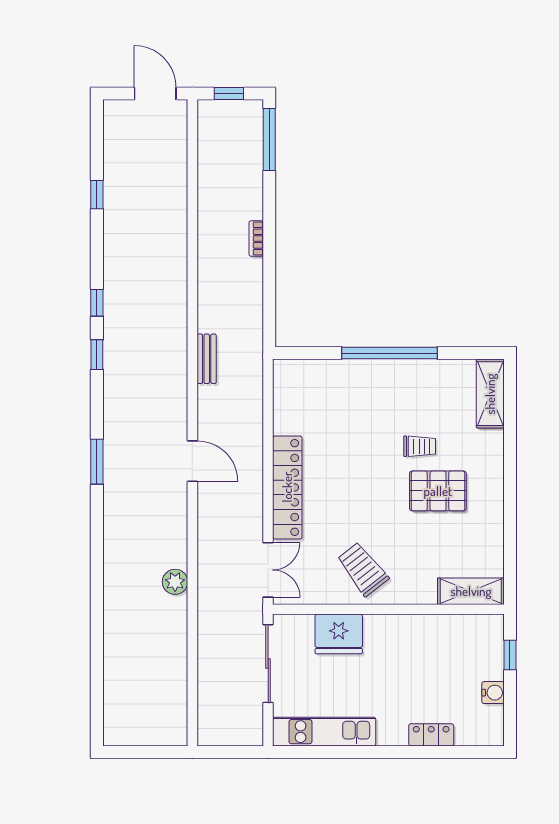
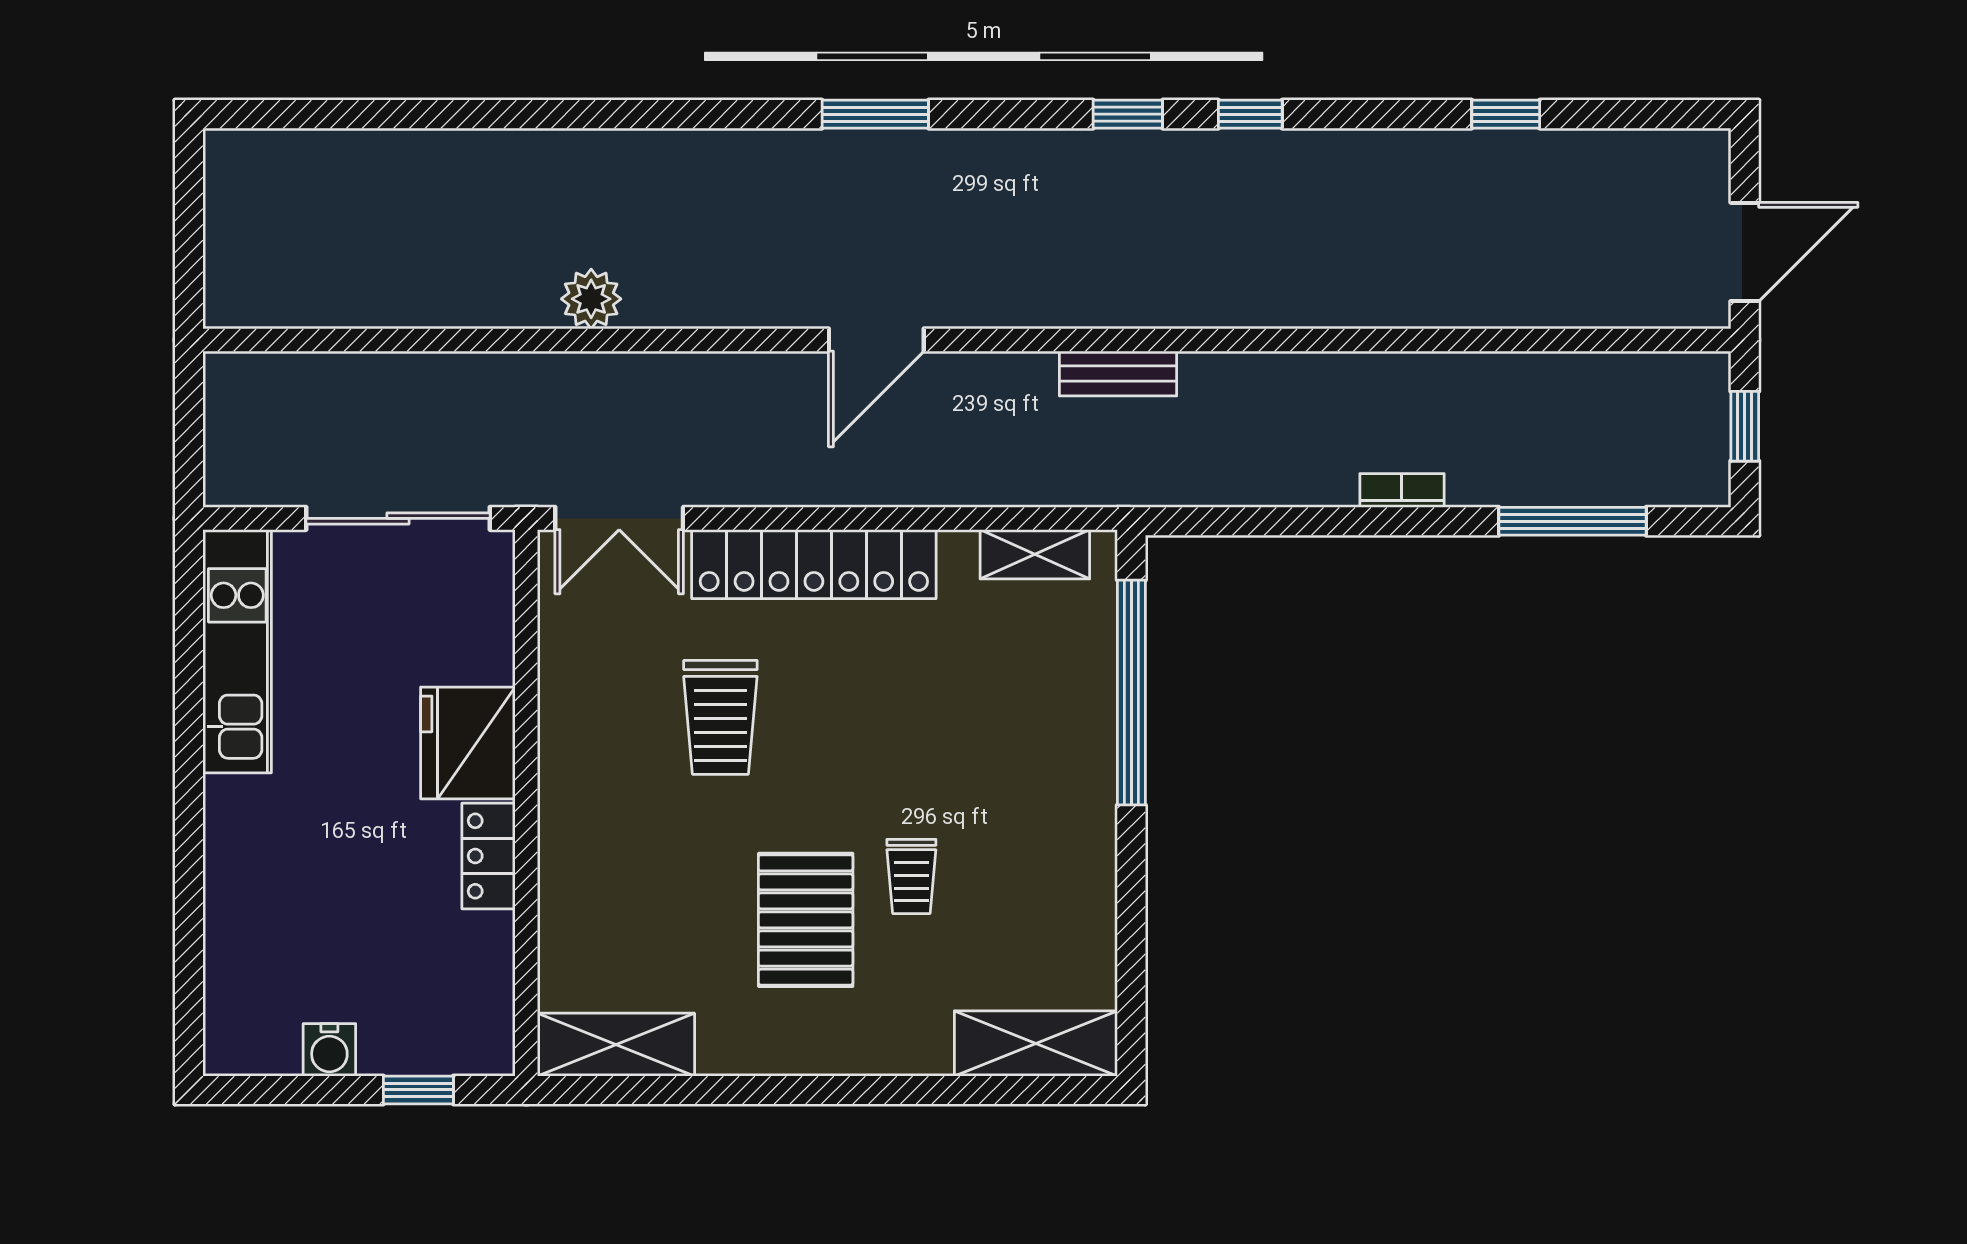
window: (269, 140) -> (1573, 521), moved
window: (389, 353) -> (1131, 693), moved
shelving: (283, 394) -> (1035, 554), added
trolley: (363, 569) -> (720, 717), moved, turned 128
shelving: (471, 591) -> (616, 1045), moved, turned 90
fridge: (339, 634) -> (468, 743), moved
locker: (431, 735) -> (489, 856), moved, turned 180

